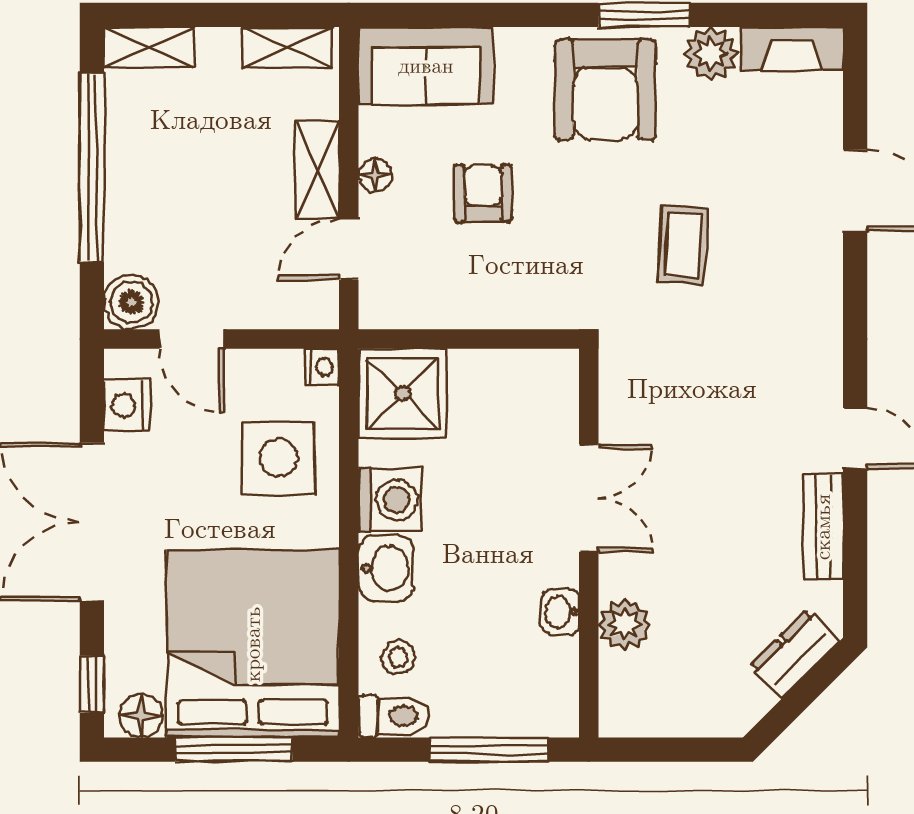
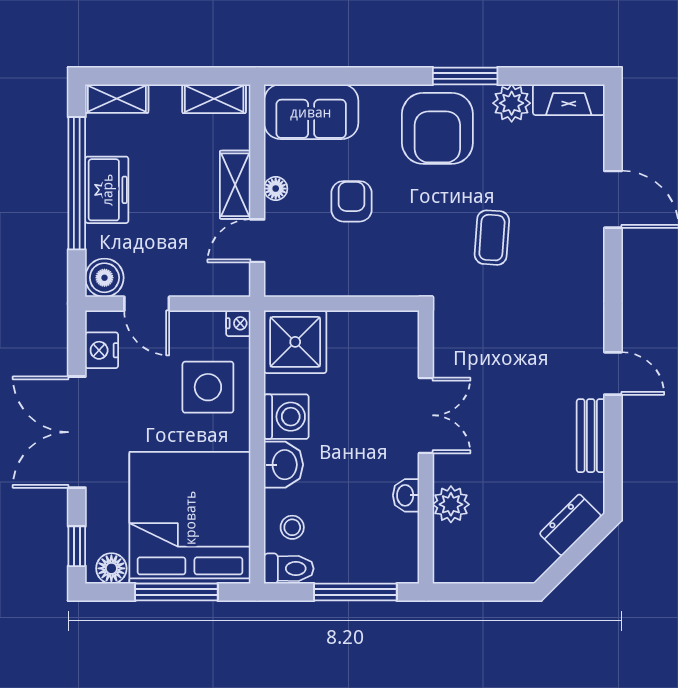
freezer: (135, 177) -> (107, 190), added

